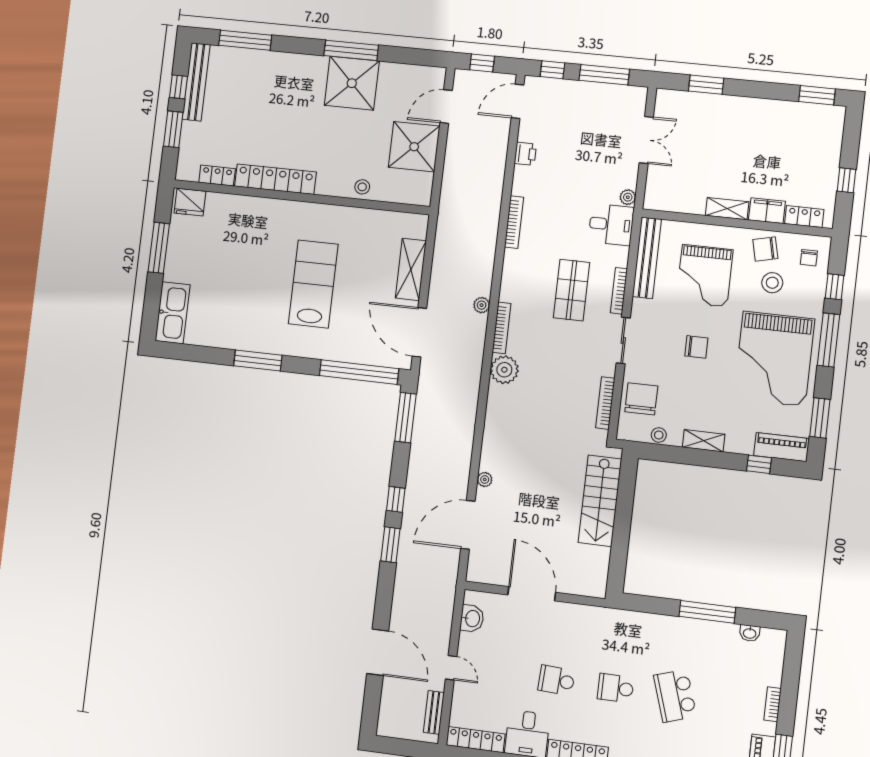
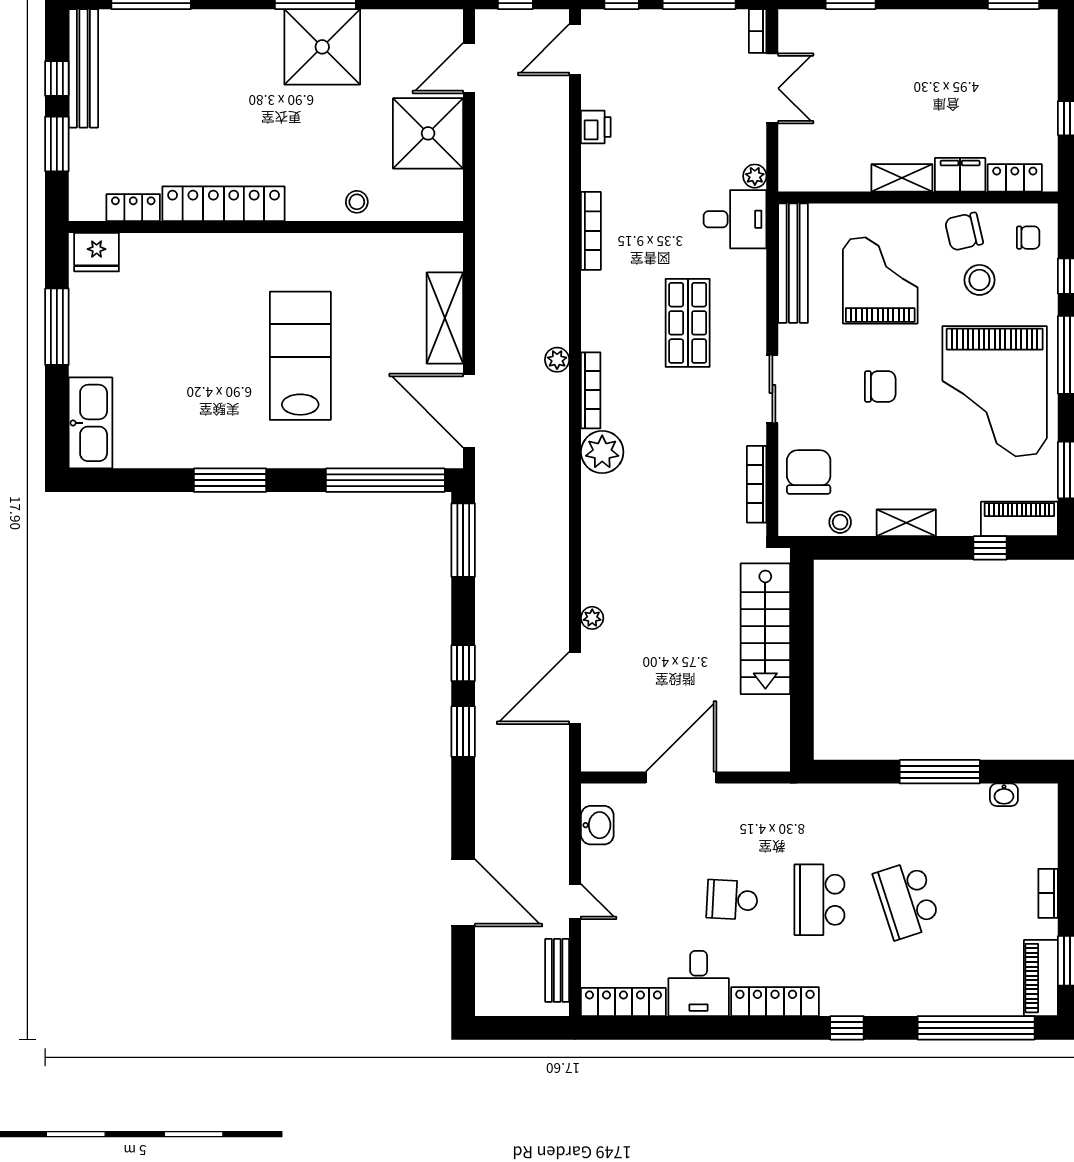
chair: (809, 258) -> (1028, 238), turned -90
grand piano: (705, 276) -> (880, 280), turned 180
bookcase: (619, 291) -> (758, 31), moved, width x0.64
door: (532, 594) -> (681, 778), hinge flipped
school desk: (616, 688) -> (819, 900), width x1.85

